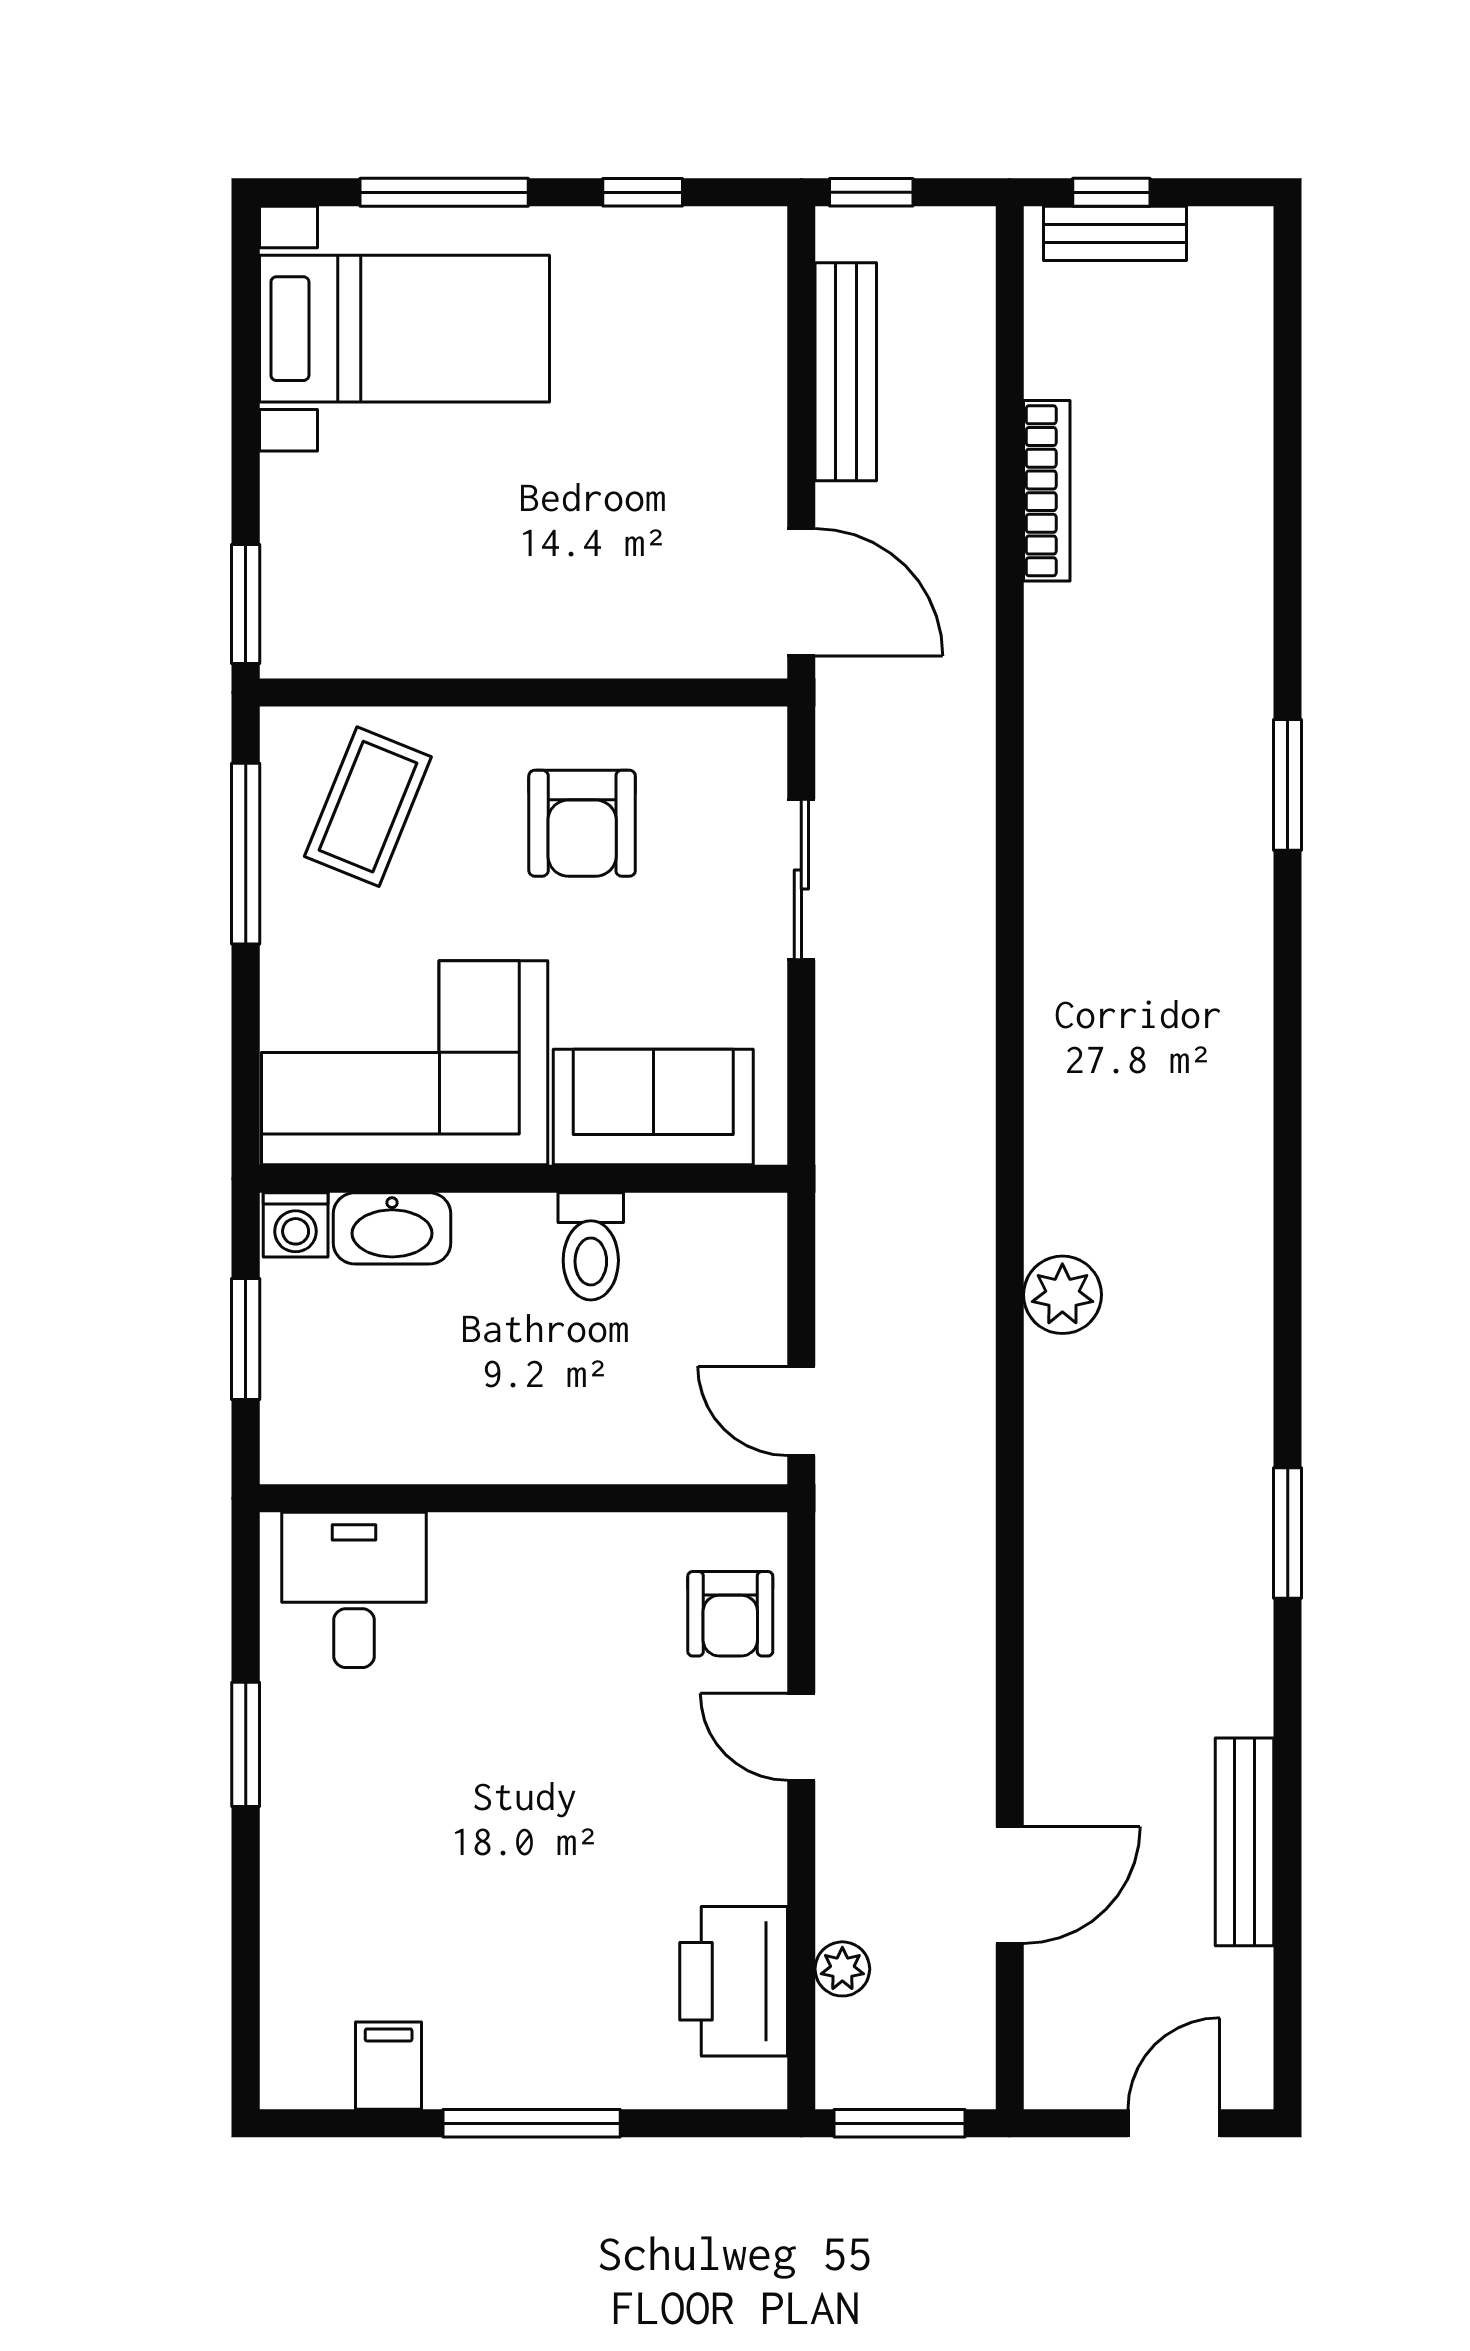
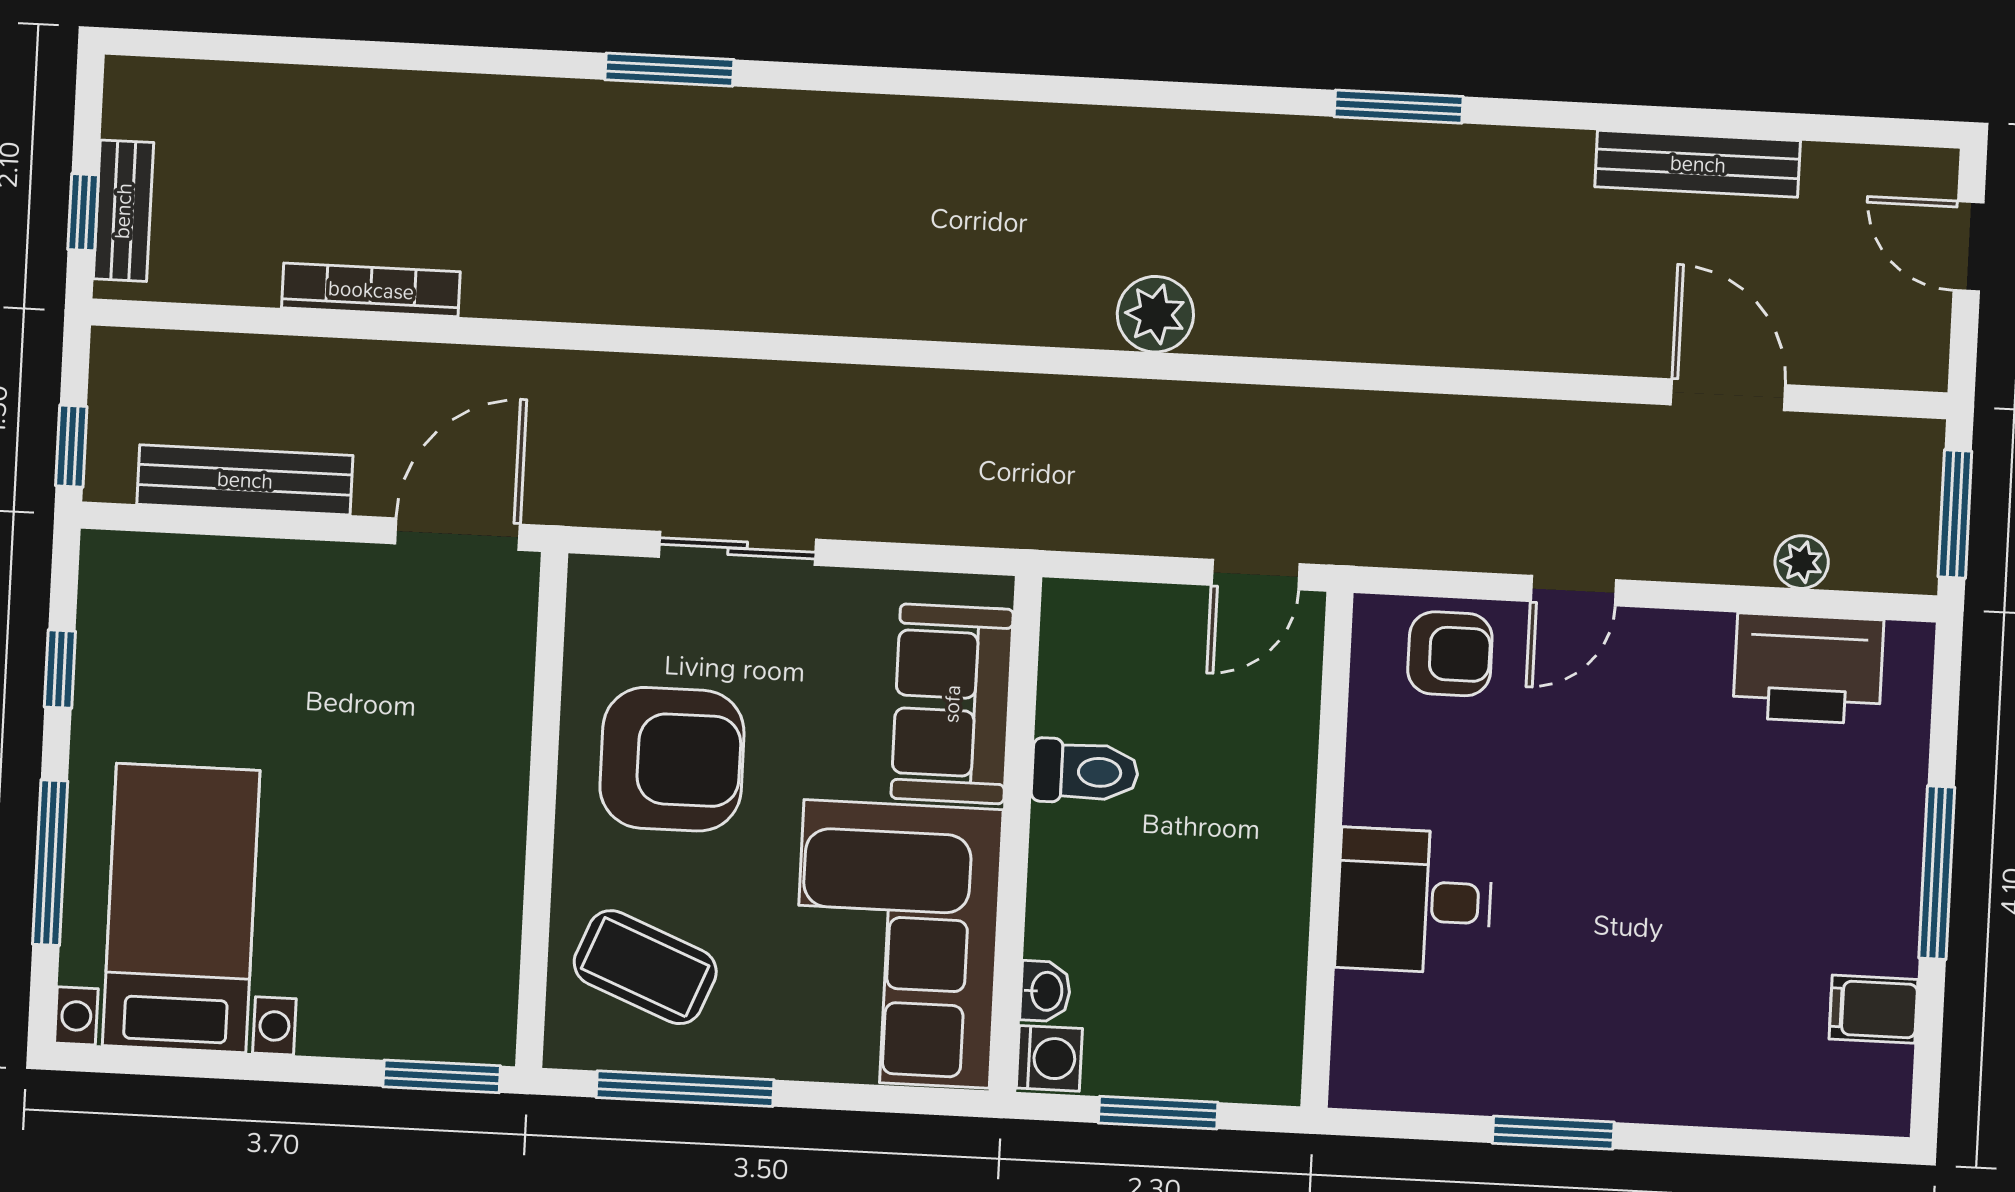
armchair: (582, 823) -> (672, 759), width x1.36, depth x1.36
washbasin: (392, 1228) -> (1045, 991), width x0.52, depth x0.69
desk: (354, 1590) -> (1414, 901), moved

